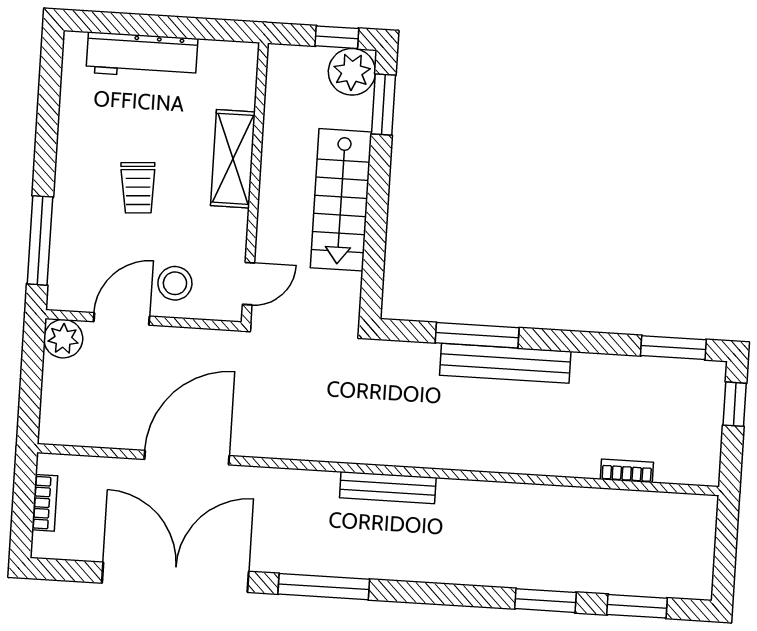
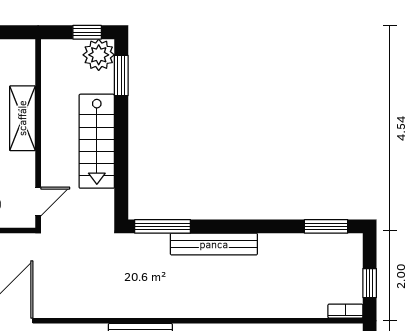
window: (477, 335) -> (163, 226), moved
window: (735, 404) -> (370, 283), moved
bookcase: (627, 471) -> (345, 311), moved

